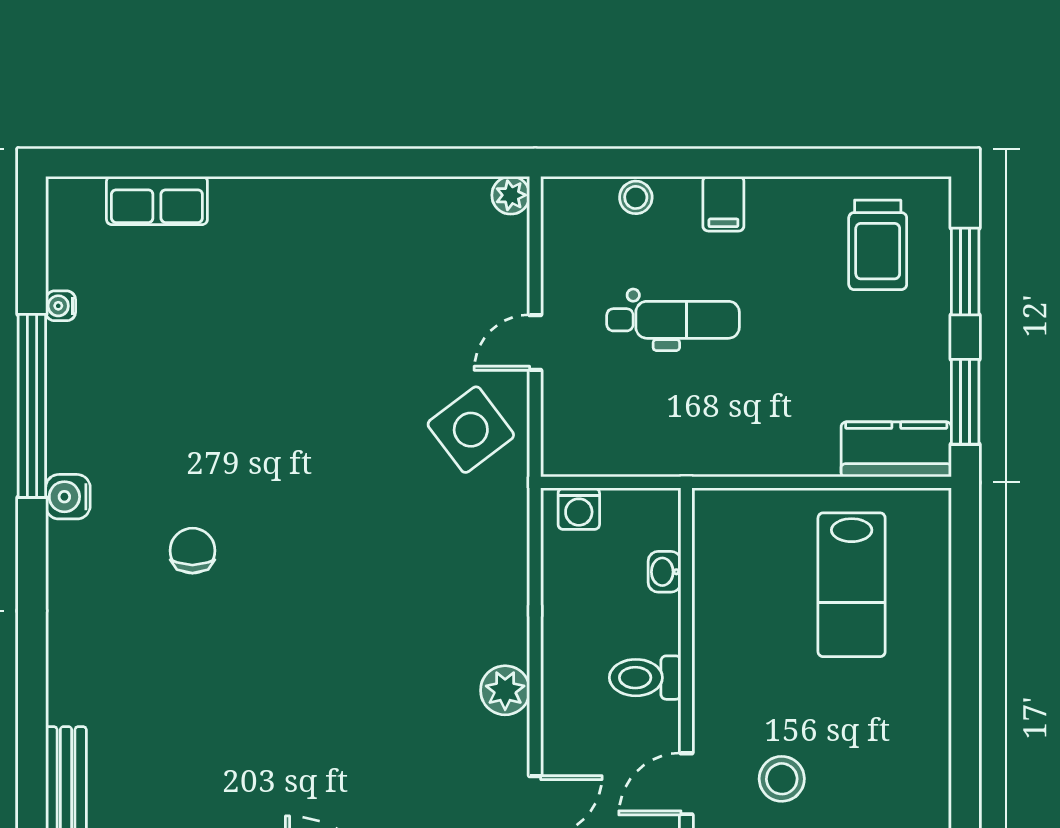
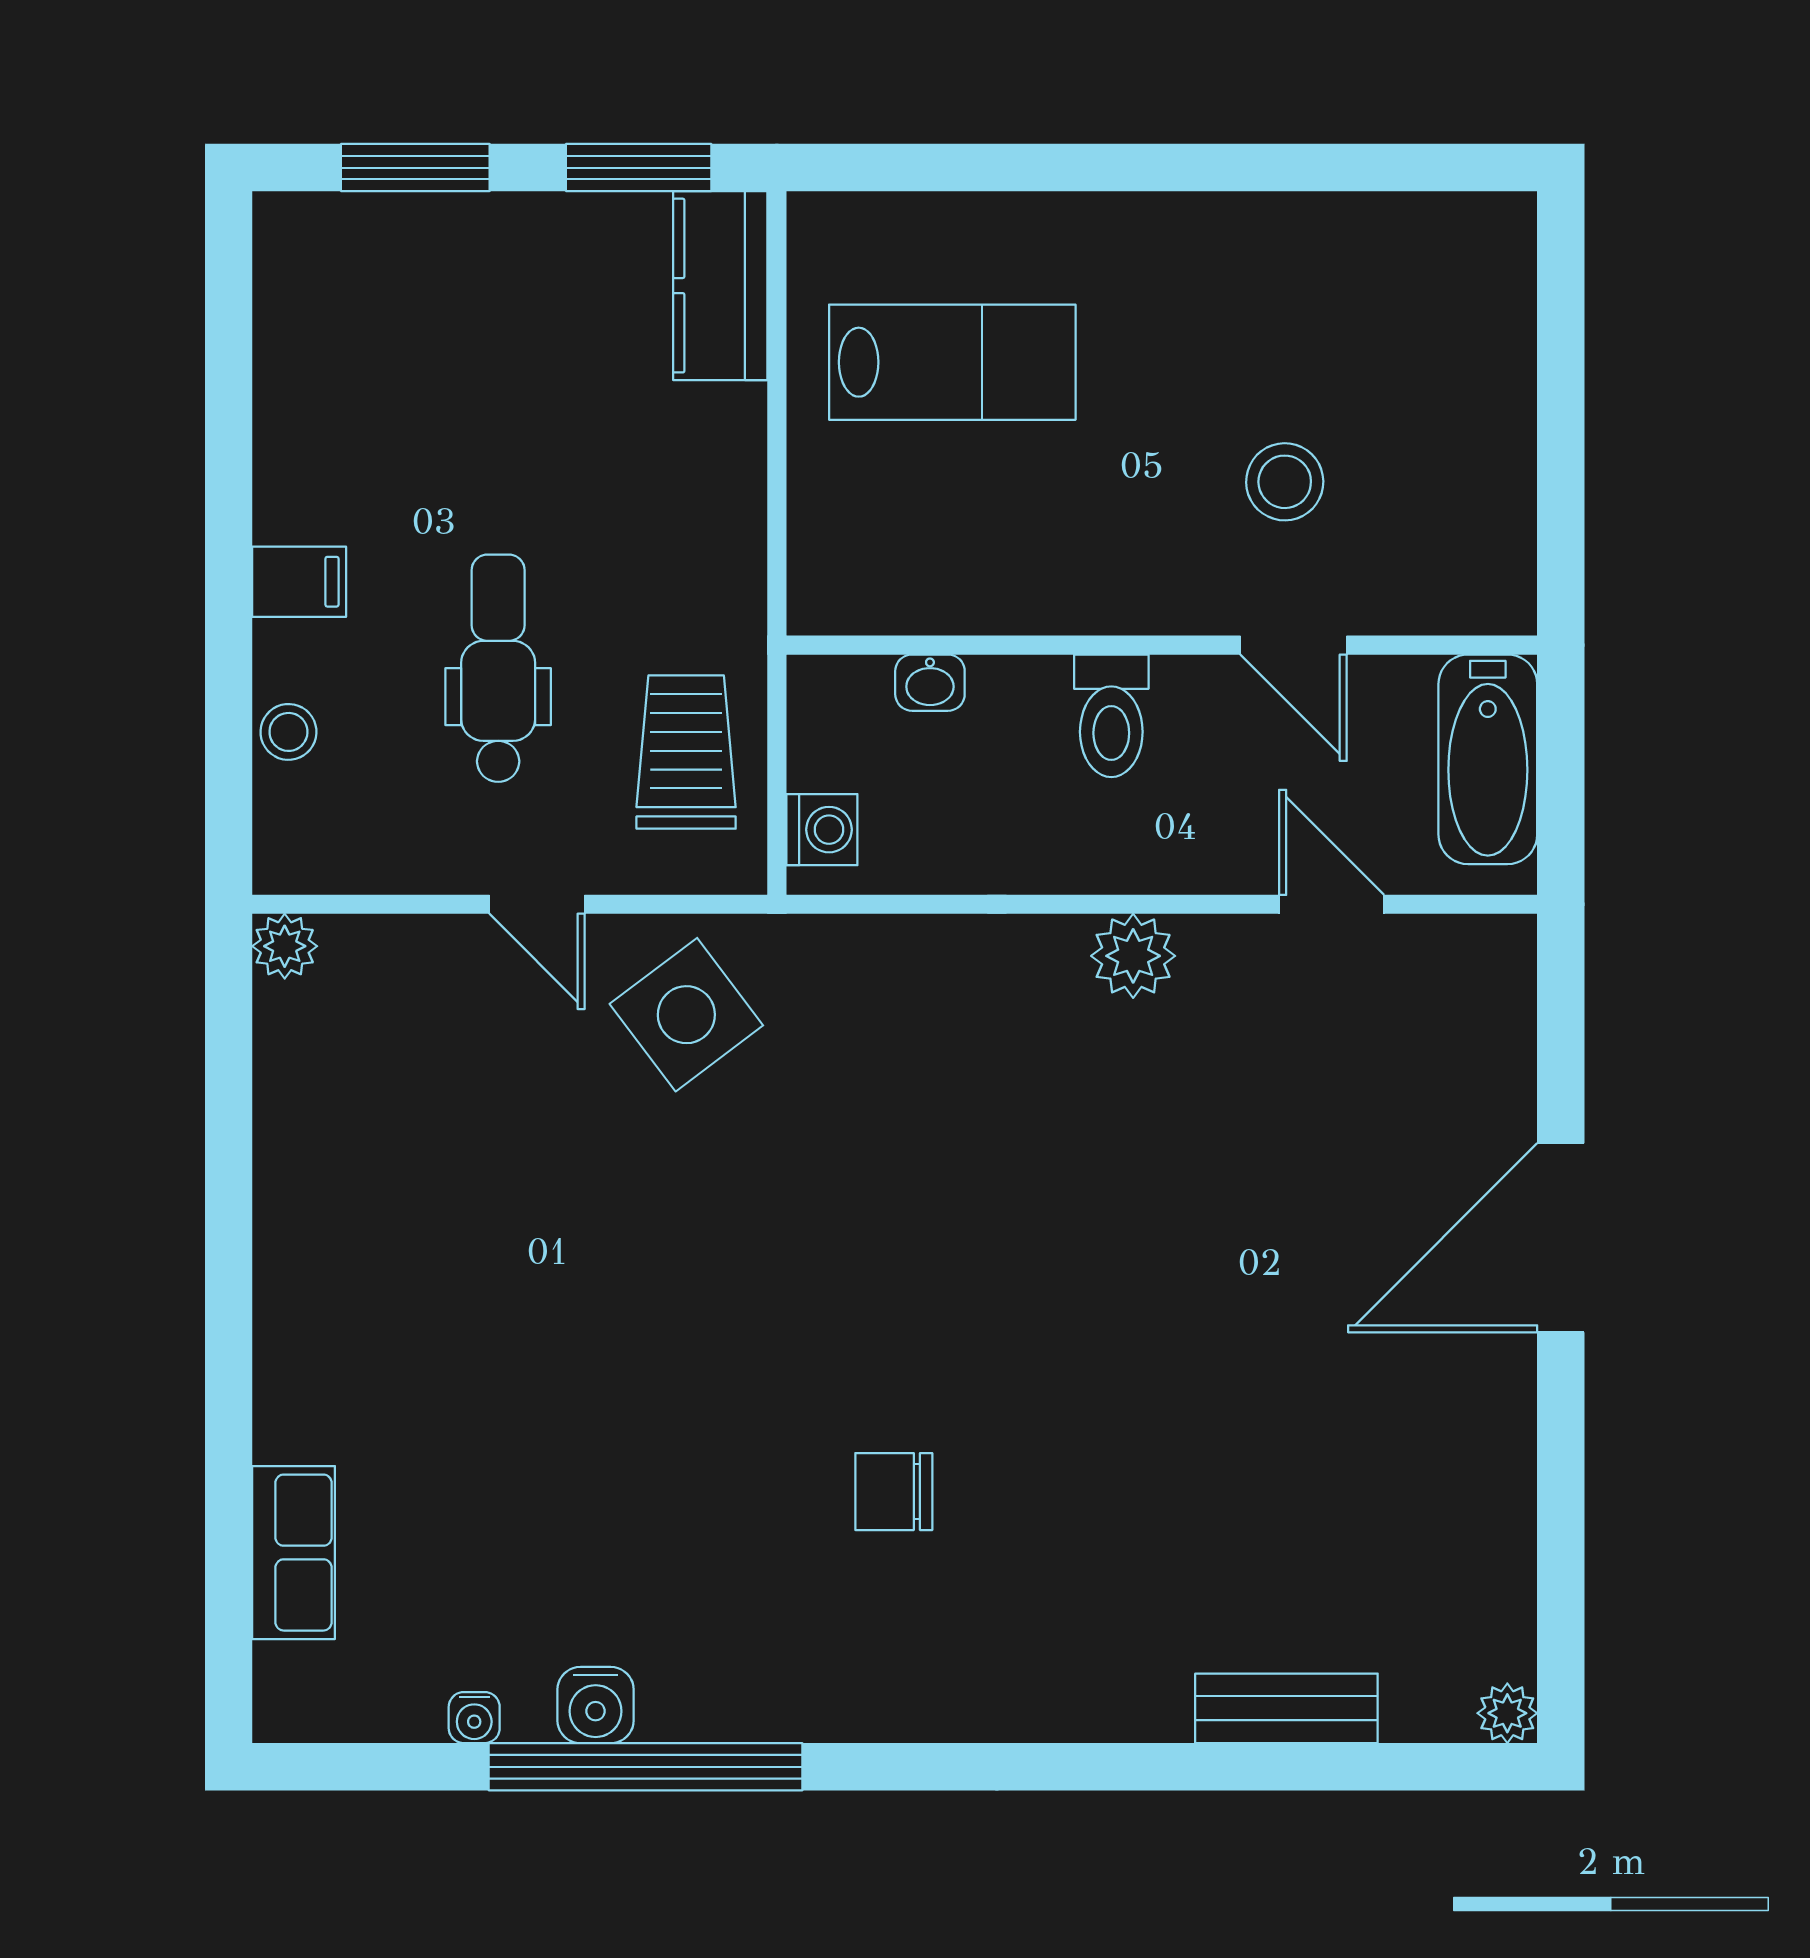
trolley: (878, 245) -> (686, 752), moved, turned -90
water cooler: (68, 497) -> (596, 1705), moved

